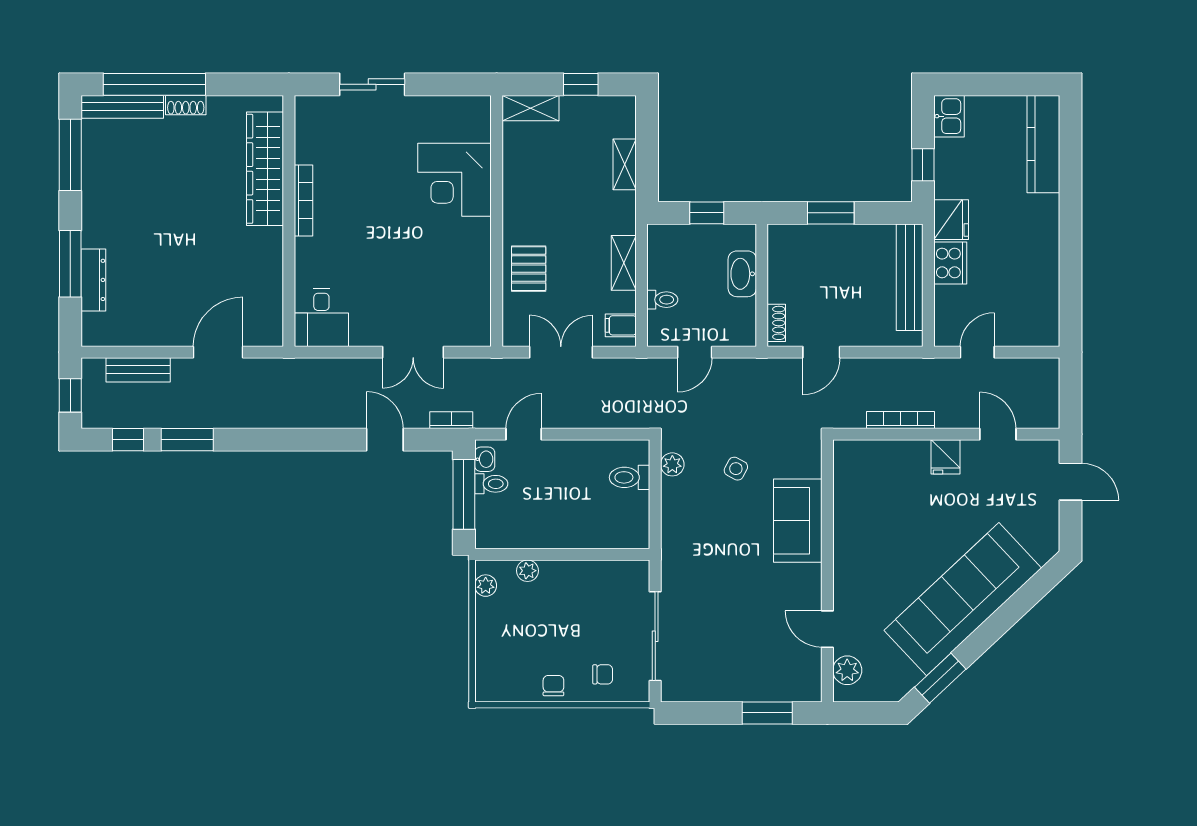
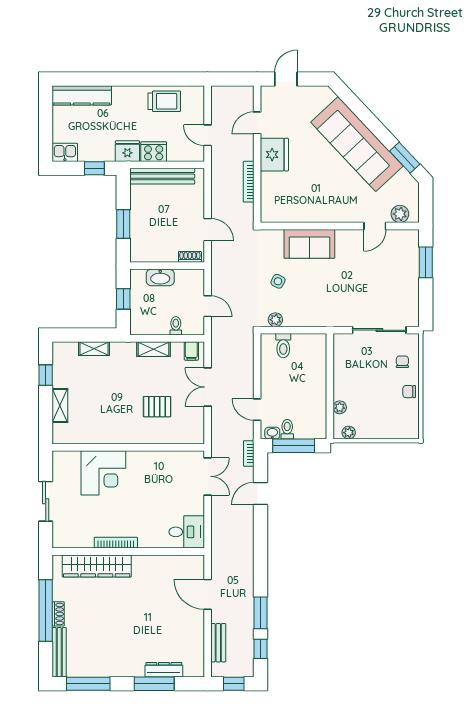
window: (154, 84) -> (46, 610), moved
corner desk: (455, 180) -> (103, 473), moved
wall: (497, 221) -> (128, 447), moved
trolley: (1034, 281) -> (164, 101), added
fridge: (945, 457) -> (274, 155), width x1.88, depth x1.34

